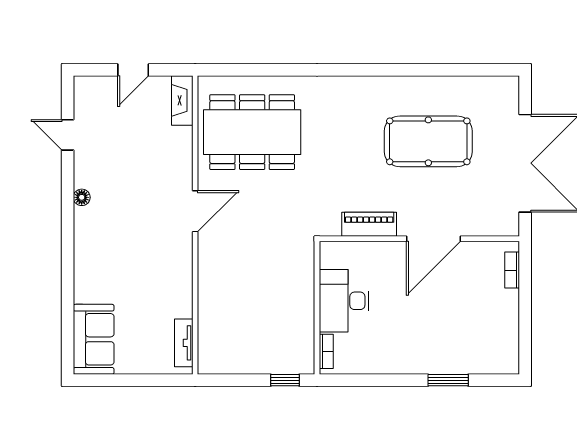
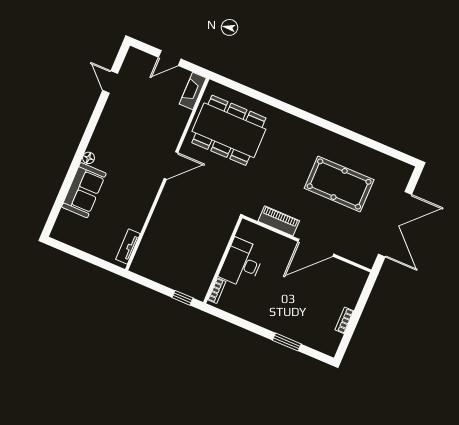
floor lamp: (82, 197) -> (89, 158), moved
bookcase: (512, 270) -> (344, 320), moved
sofa: (94, 339) -> (84, 190), moved

